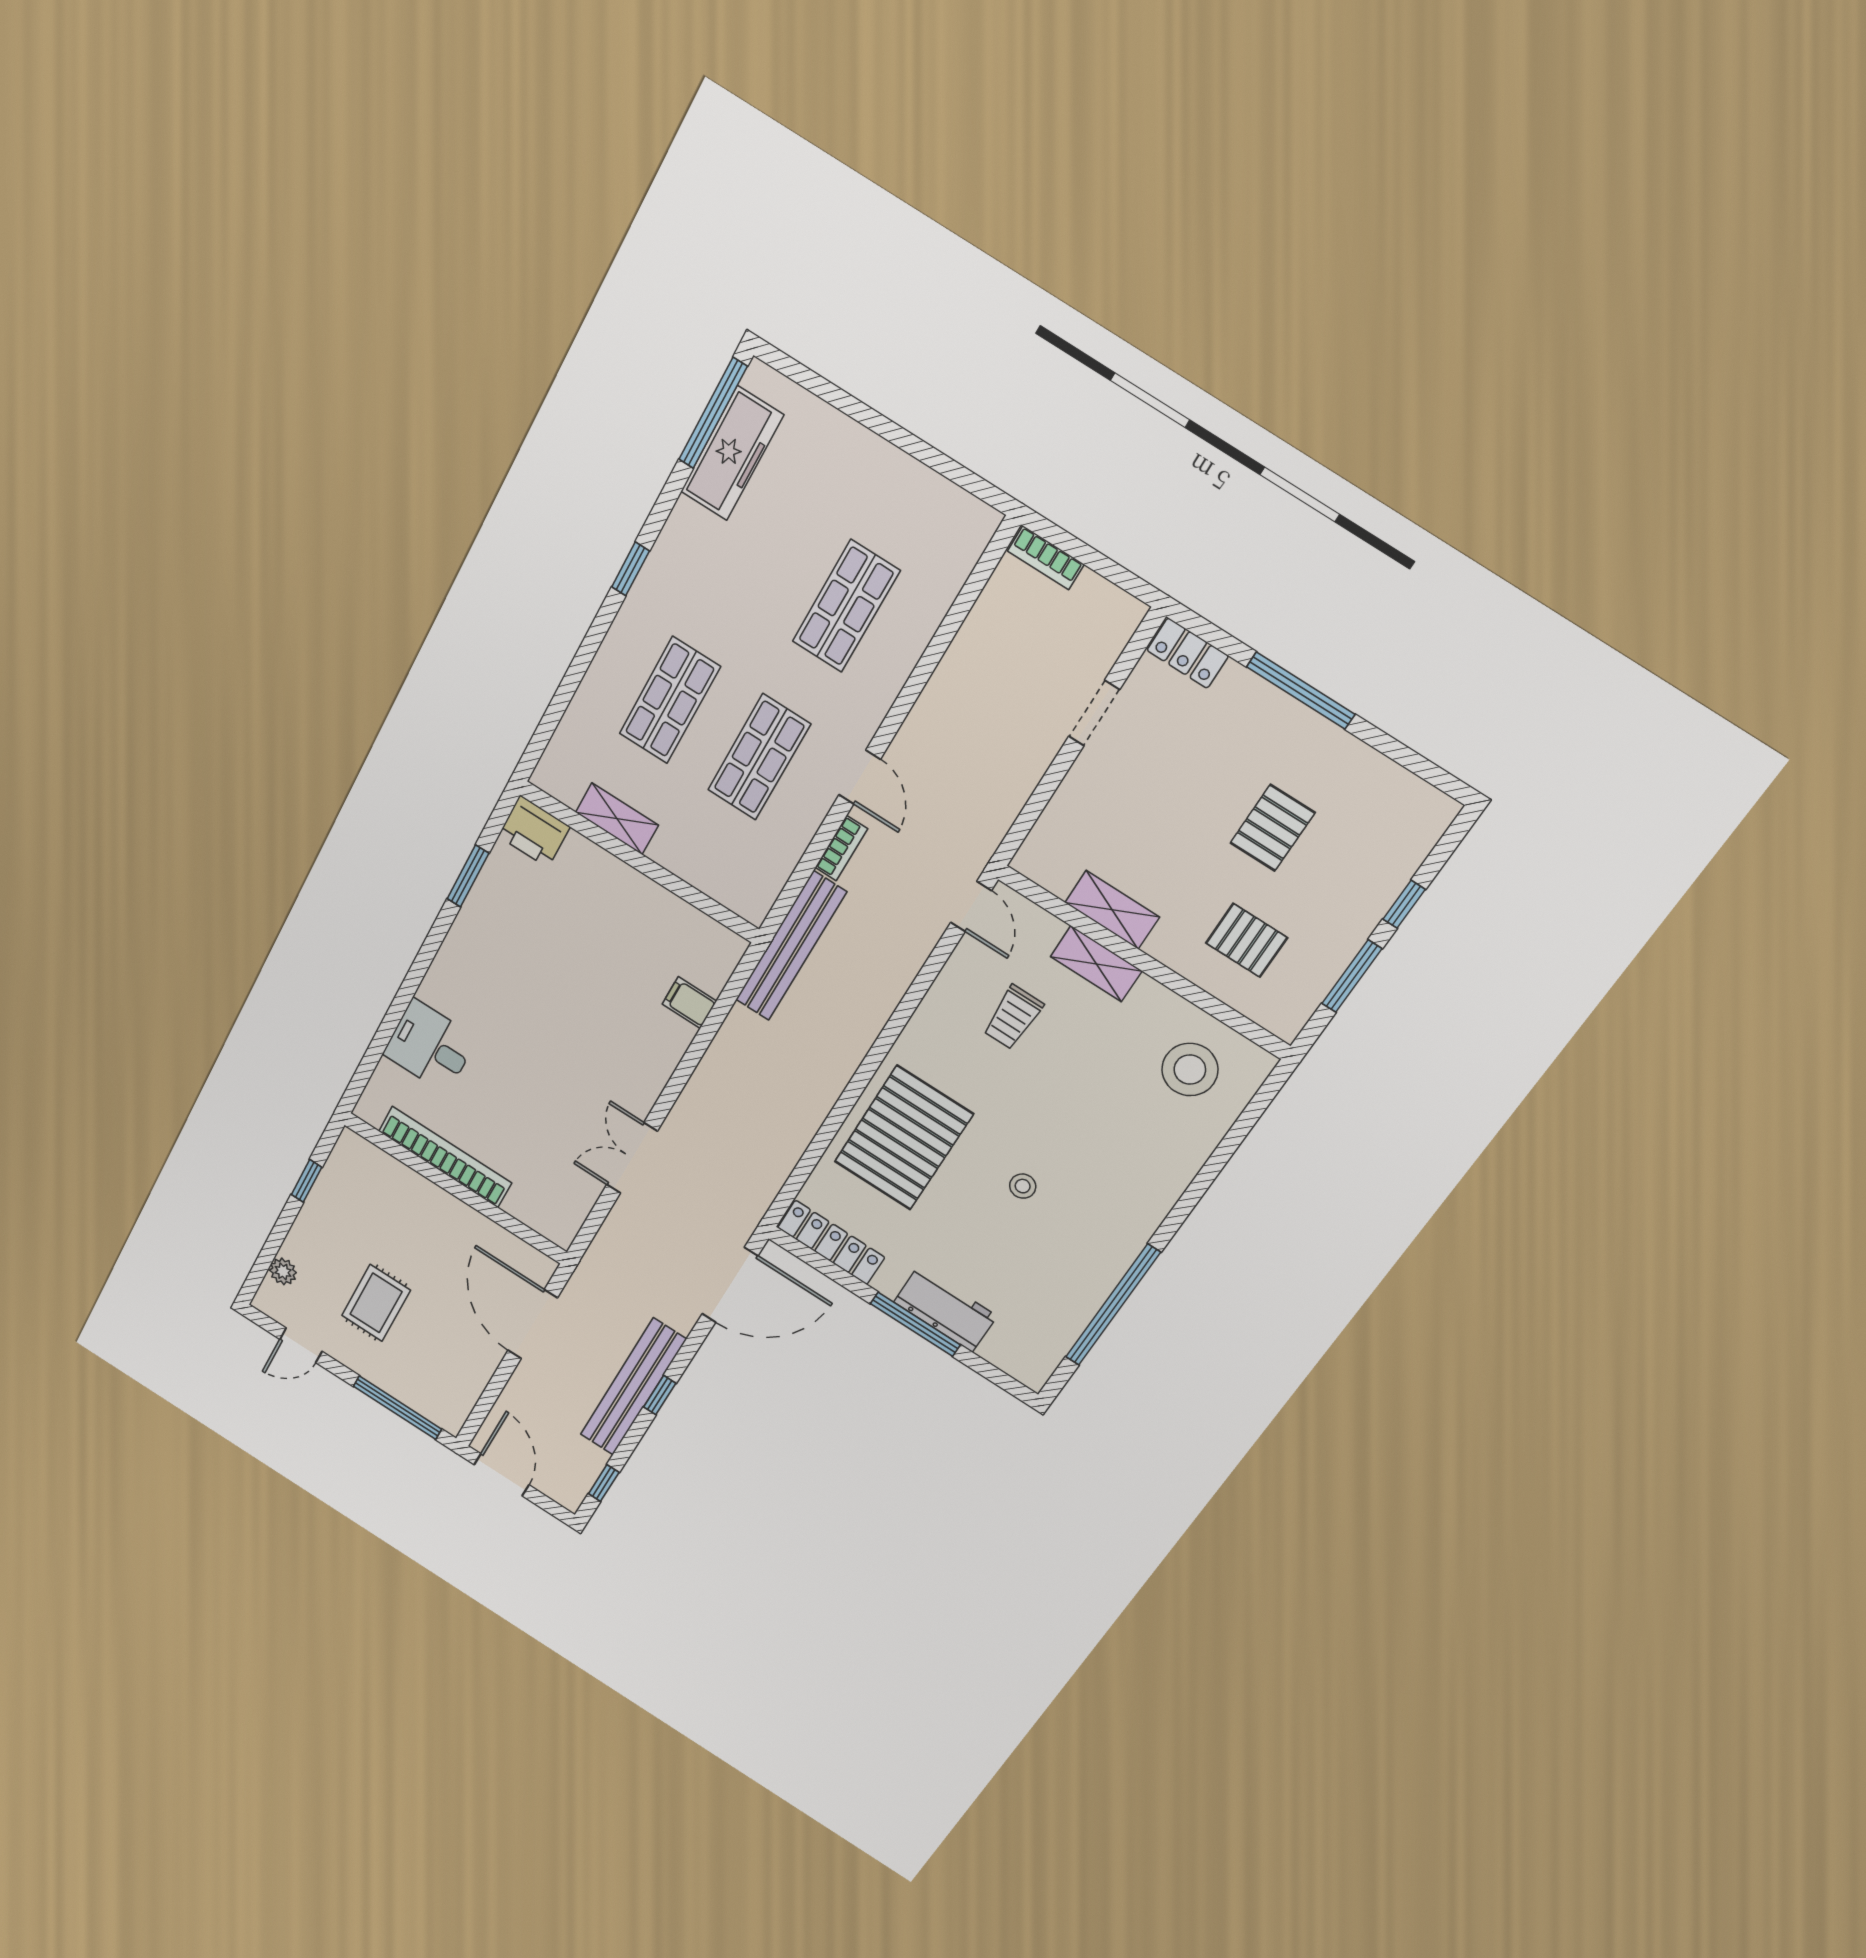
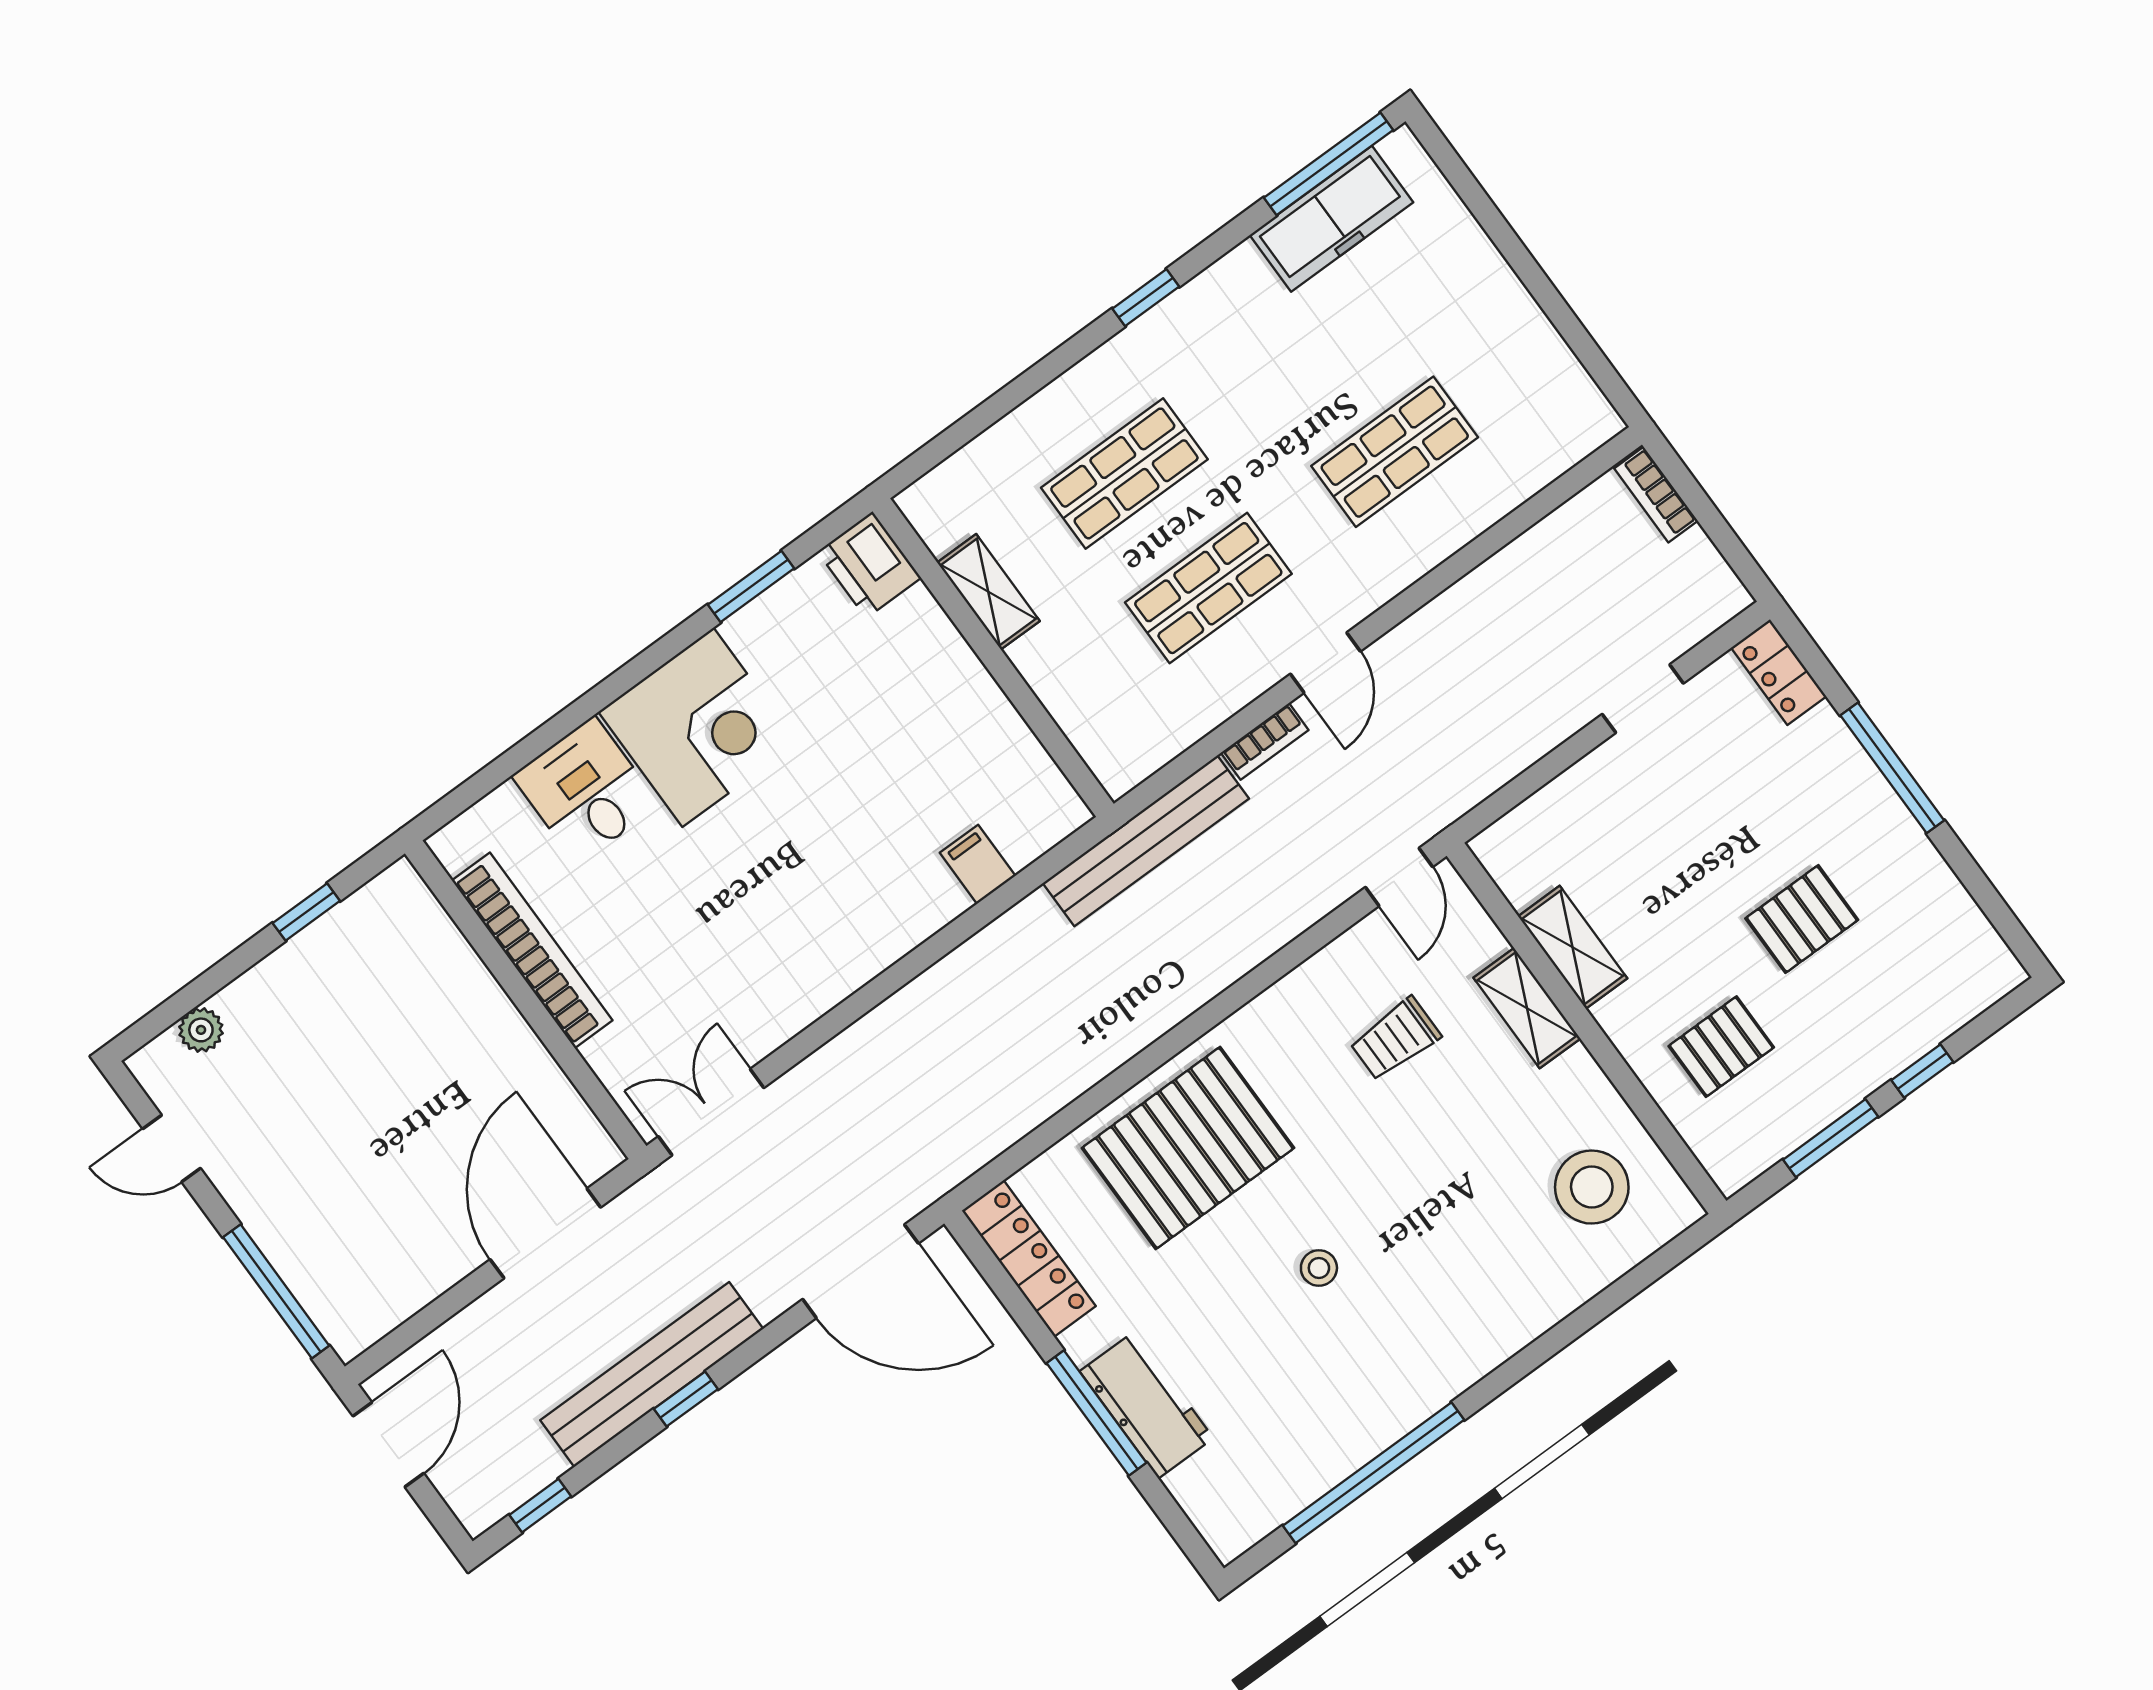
pallet: (1247, 940) -> (1721, 1047), turned 90
corner desk: (478, 980) -> (698, 727), added
double door: (632, 1158) -> (711, 1112), moved
rug: (376, 1303) -> (322, 1124), removed

